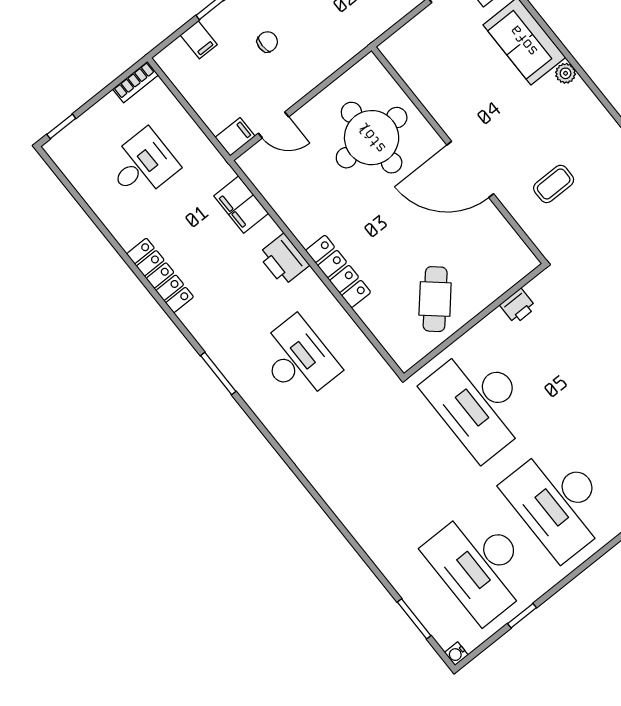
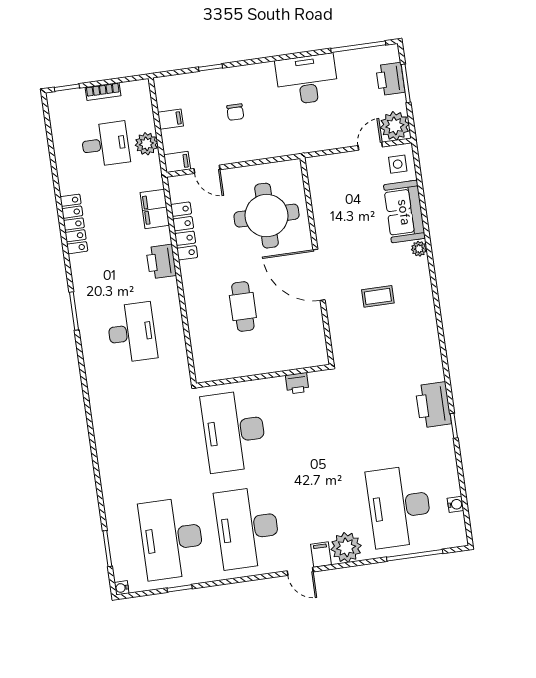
filing cabinet: (199, 40) -> (170, 119), moved, turned -90
chair: (267, 42) -> (235, 112), turned 90
bookcase: (135, 82) -> (103, 91), moved
plant: (188, 137) -> (146, 144), added
coffee table: (554, 184) -> (378, 296), moved
locker: (338, 271) -> (184, 231), moved
cafe table: (435, 299) -> (243, 307), moved, turned -41

